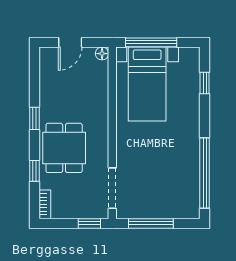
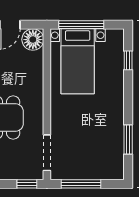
floor lamp: (102, 54) -> (33, 40), width x1.89, depth x1.89
window: (205, 173) -> (128, 140), width x0.47

